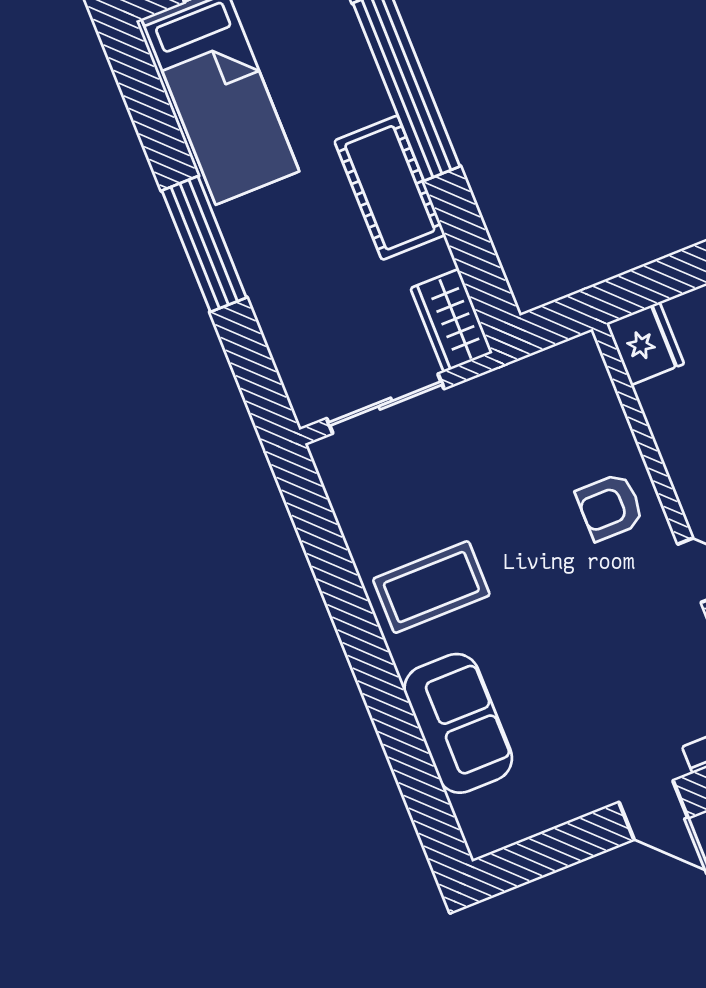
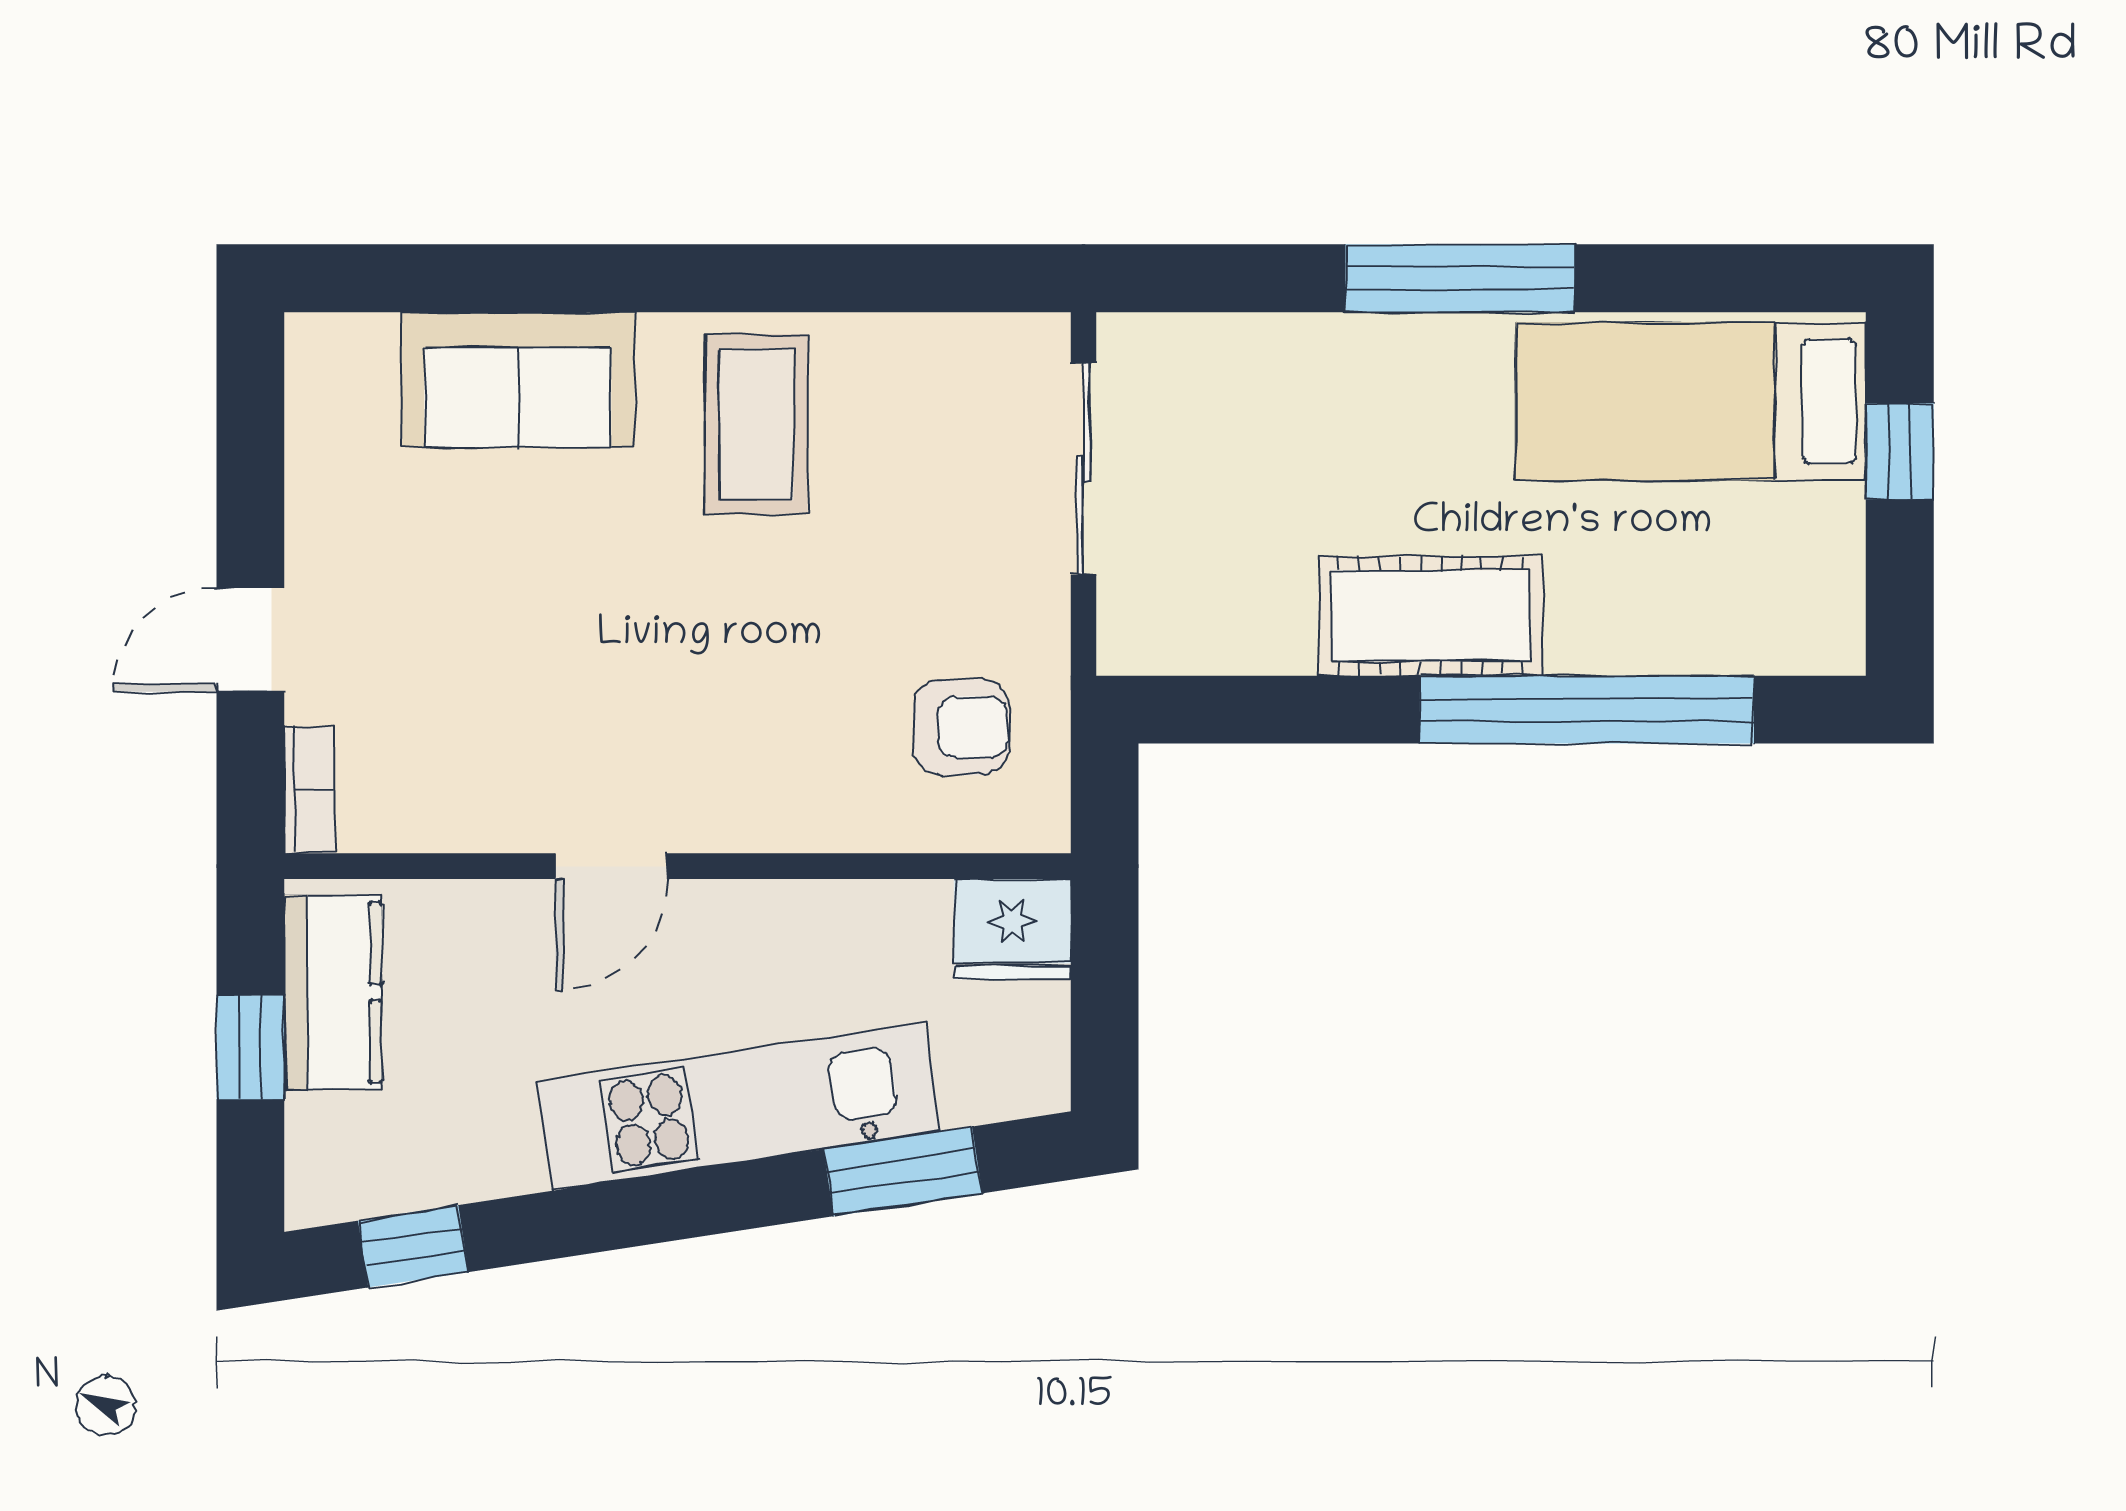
wardrobe: (451, 320) -> (1175, 630), removed
armchair: (610, 507) -> (961, 727), moved, turned 90

